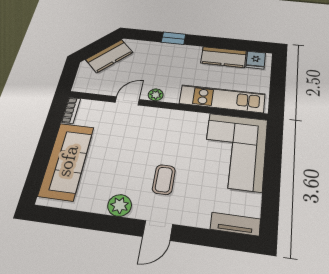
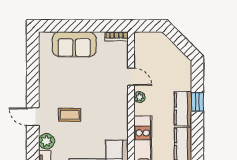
kitchen counter: (109, 56) -> (183, 109), moved, turned 45
sofa: (67, 161) -> (74, 44), width x0.73
plant: (120, 205) -> (46, 141), moved

